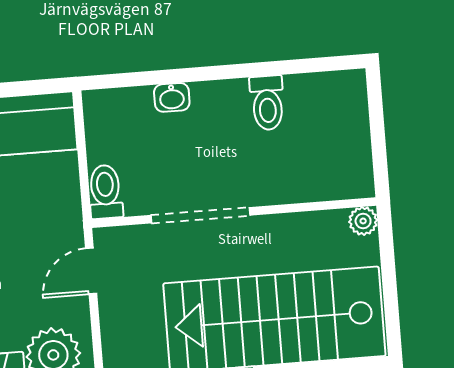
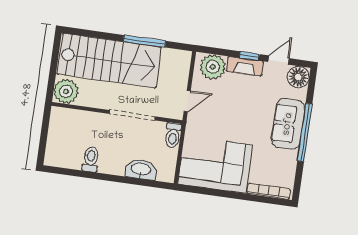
washbasin: (172, 97) -> (141, 169), width x1.91, depth x1.45
plant: (363, 221) -> (66, 91), width x1.88, depth x1.88

